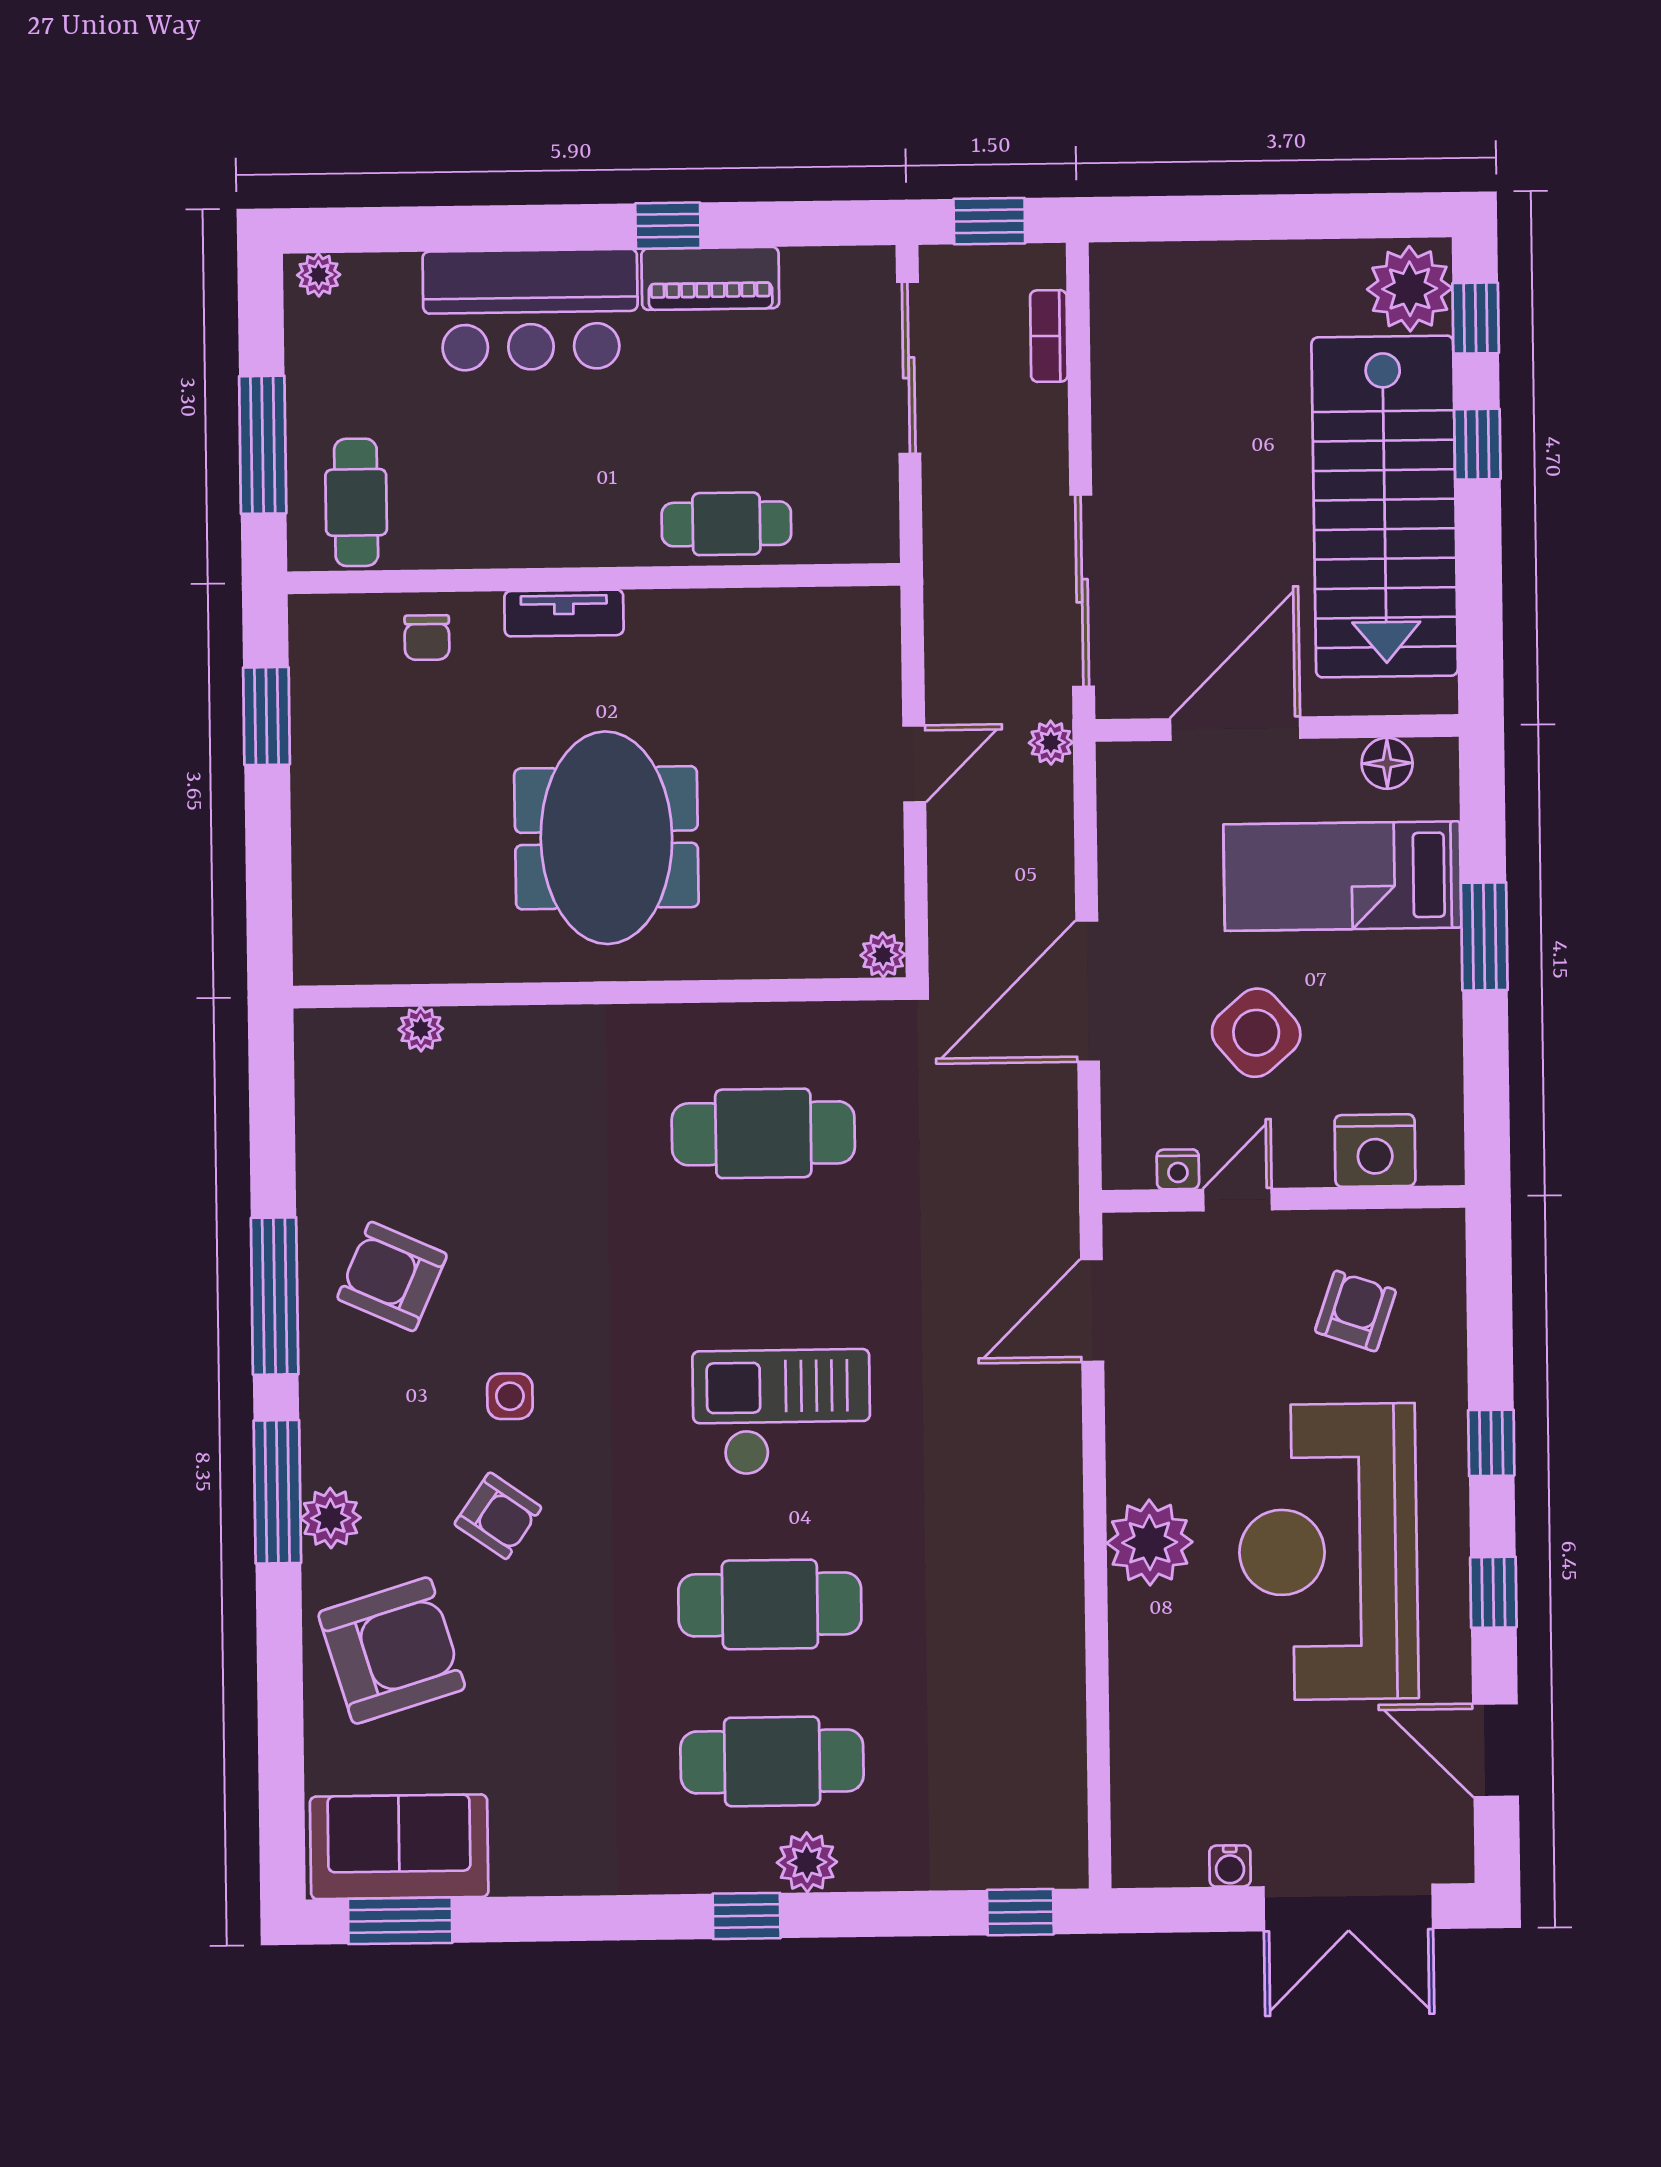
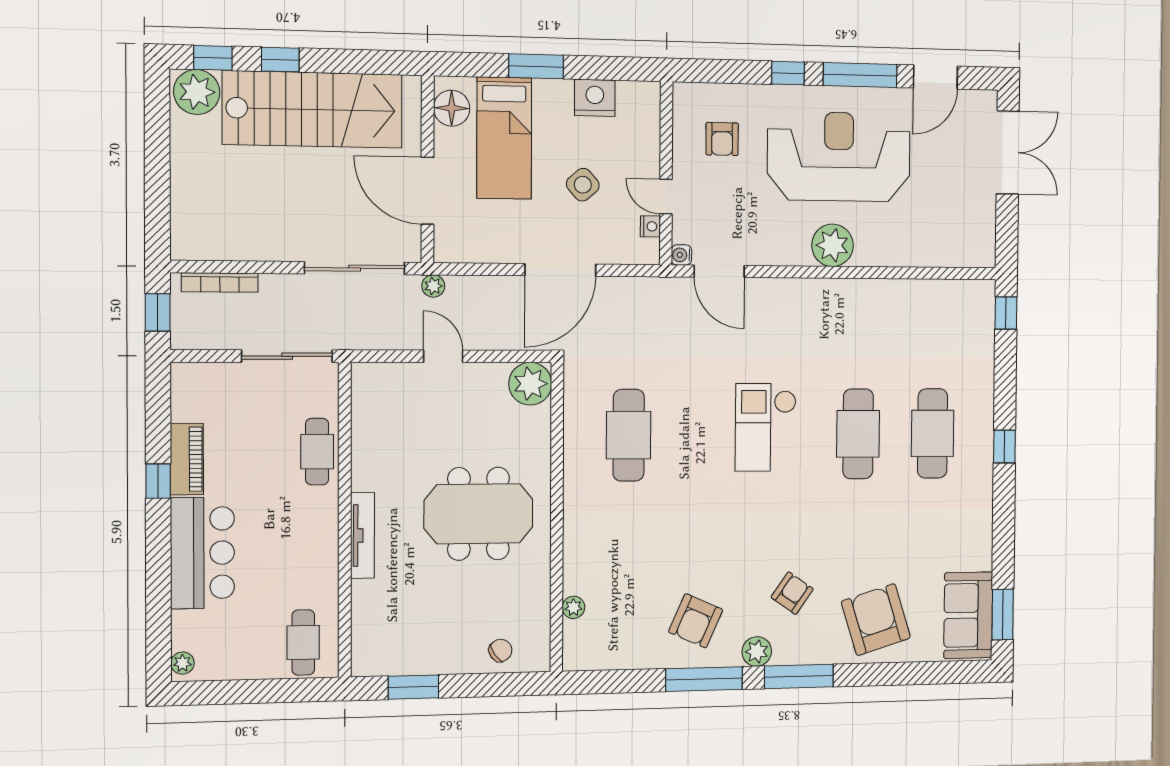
bookcase: (1049, 336) -> (220, 282), width x1.56
sliding door: (909, 368) -> (287, 356), moved
window: (263, 445) -> (272, 691), removed
cafe table: (356, 502) -> (303, 642), turned 90
tv unit: (564, 613) -> (362, 535), width x1.41
chair: (427, 638) -> (500, 650), moved, turned -34
floor lamp: (1387, 763) -> (452, 108), width x1.38, depth x1.38
plant: (883, 955) -> (530, 384), width x1.87, depth x1.87
door: (1088, 991) -> (560, 270), hinge flipped
side table: (1256, 1033) -> (583, 185), width x0.73, depth x0.73
nightstand: (1375, 1151) -> (595, 98), moved, turned -90
armchair: (1355, 1311) -> (722, 139), turned -109
side table: (510, 1396) -> (755, 562), removed
armchair: (498, 1516) -> (792, 593), moved
plant: (331, 1518) -> (757, 652), moved
reception desk: (1328, 1552) -> (839, 157), turned 180
window: (1493, 1592) -> (860, 75), width x2.17
plant: (807, 1862) -> (980, 417), removed
water cooler: (1230, 1866) -> (681, 255), moved, turned 180

